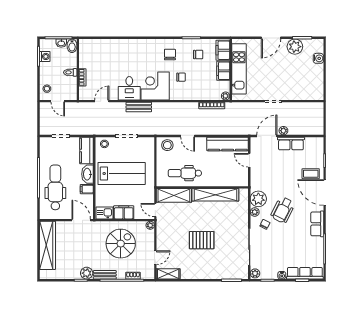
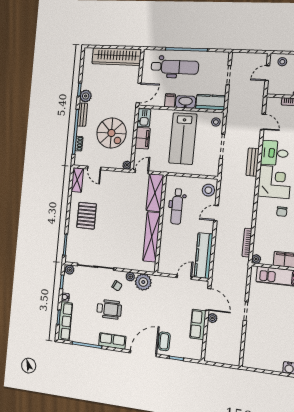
dental chair: (185, 173) -> (177, 206), turned 180
wheelchair: (283, 210) -> (109, 309), moved, turned 153
pallet: (202, 240) -> (87, 216), moved

